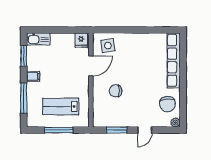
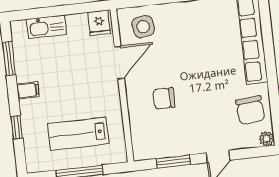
kitchen sink: (38, 39) -> (46, 27), moved
window: (24, 98) -> (17, 127), width x0.46

